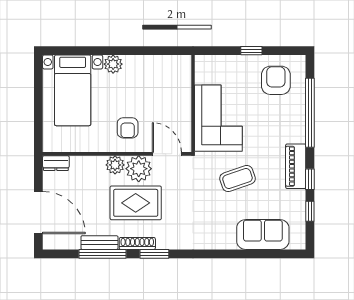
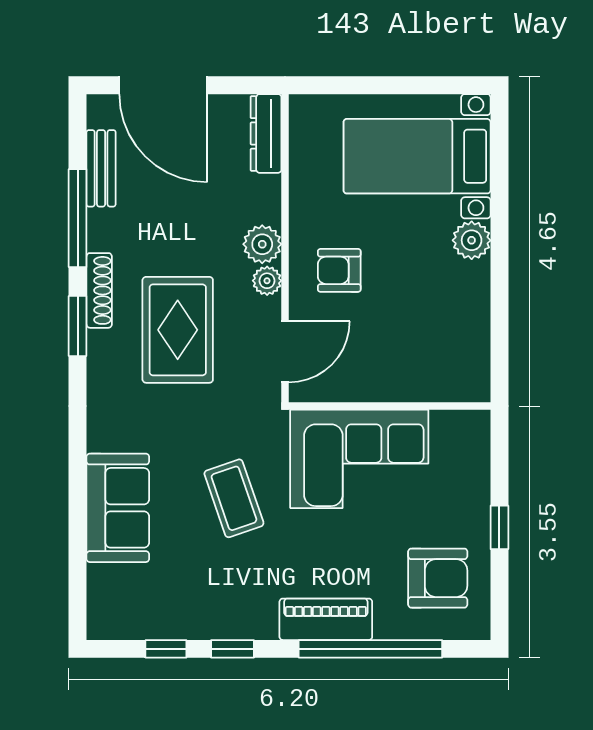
dresser: (56, 163) -> (266, 133), width x1.44
piano: (296, 166) -> (326, 619), moved
plant: (139, 169) -> (267, 281), width x0.53, depth x0.53
rug: (136, 203) -> (178, 330), moved
door: (38, 213) -> (163, 85), hinge flipped
sofa: (263, 235) -> (118, 508), moved
bench: (99, 243) -> (101, 168), moved

